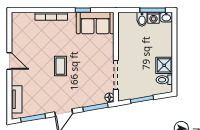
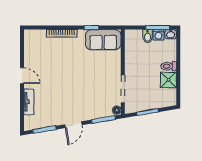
coffee table: (60, 66) -> (70, 81), removed
toilet: (164, 80) -> (169, 66), moved
tv unit: (17, 99) -> (29, 102), moved

